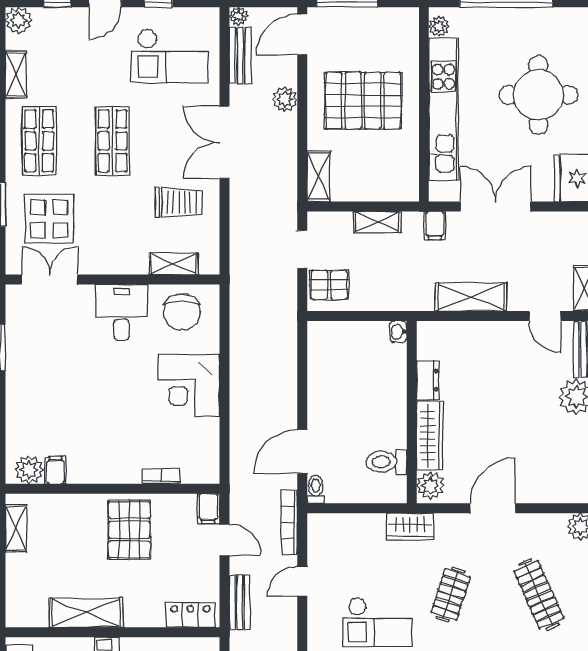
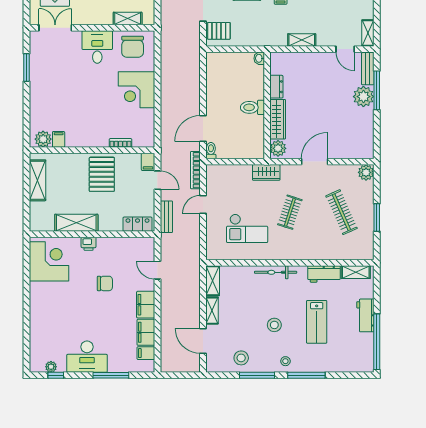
shelving: (471, 297) -> (302, 40), width x0.67, depth x0.75
toilet: (387, 462) -> (252, 107), moved
shelving: (16, 528) -> (37, 180), width x1.50, depth x1.33

